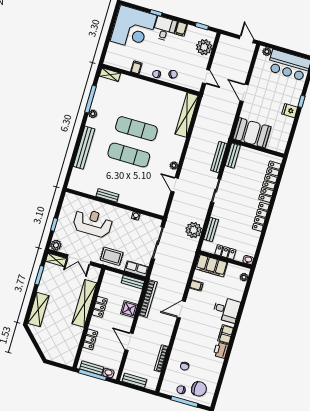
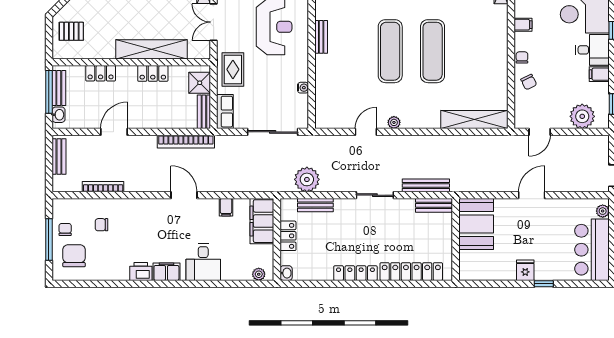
shower: (129, 309) -> (200, 83), moved
pallet: (59, 350) -> (71, 31), added
chair: (199, 389) -> (74, 256), turned 180

